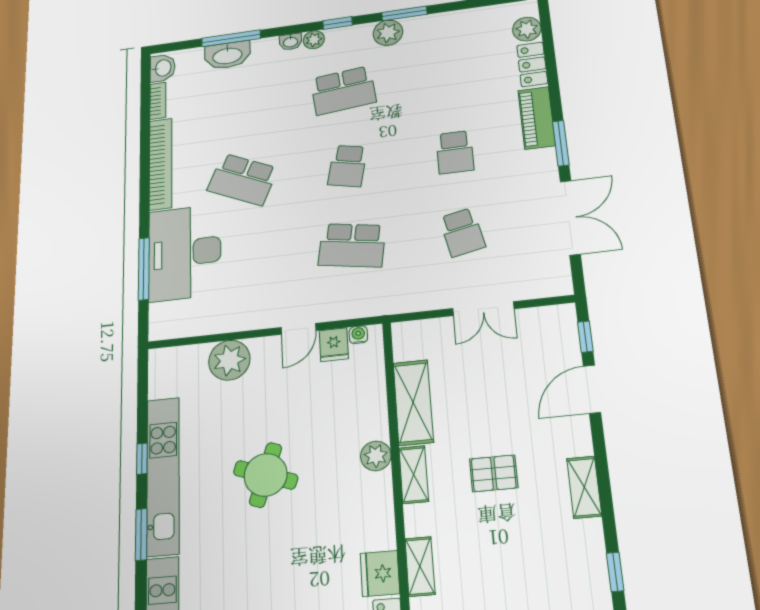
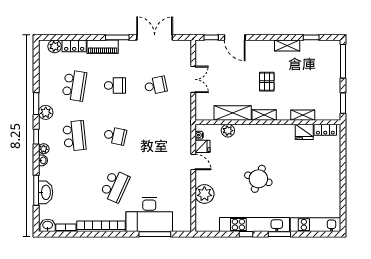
school desk: (352, 245) -> (74, 85), moved
plant: (376, 456) -> (228, 131), moved
shelving: (584, 487) -> (287, 45), moved

